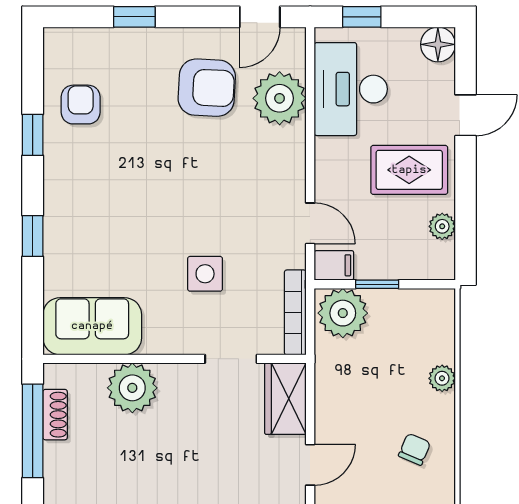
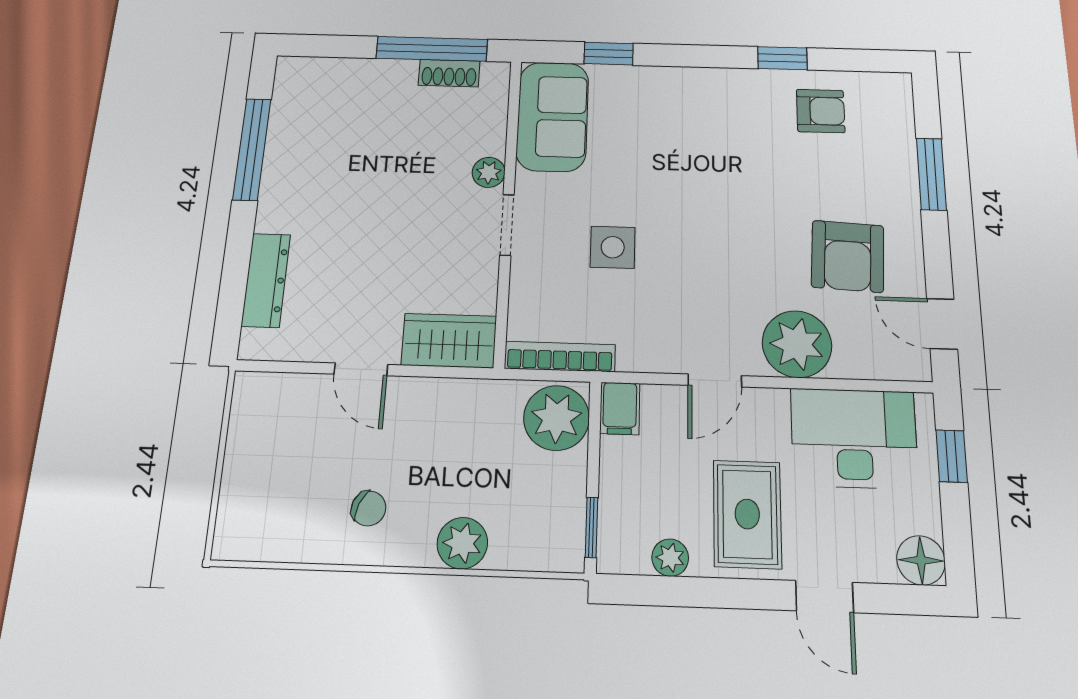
window: (134, 17) -> (931, 174), width x1.50
plant: (280, 98) -> (797, 344), moved
door: (310, 223) -> (715, 381), moved
window: (33, 236) -> (609, 54), moved
window: (377, 284) -> (591, 527), moved
doorway: (231, 359) -> (507, 225), moved
plant: (442, 378) -> (462, 543), width x1.38, depth x1.38
plant: (132, 388) -> (489, 172), width x0.53, depth x0.53

